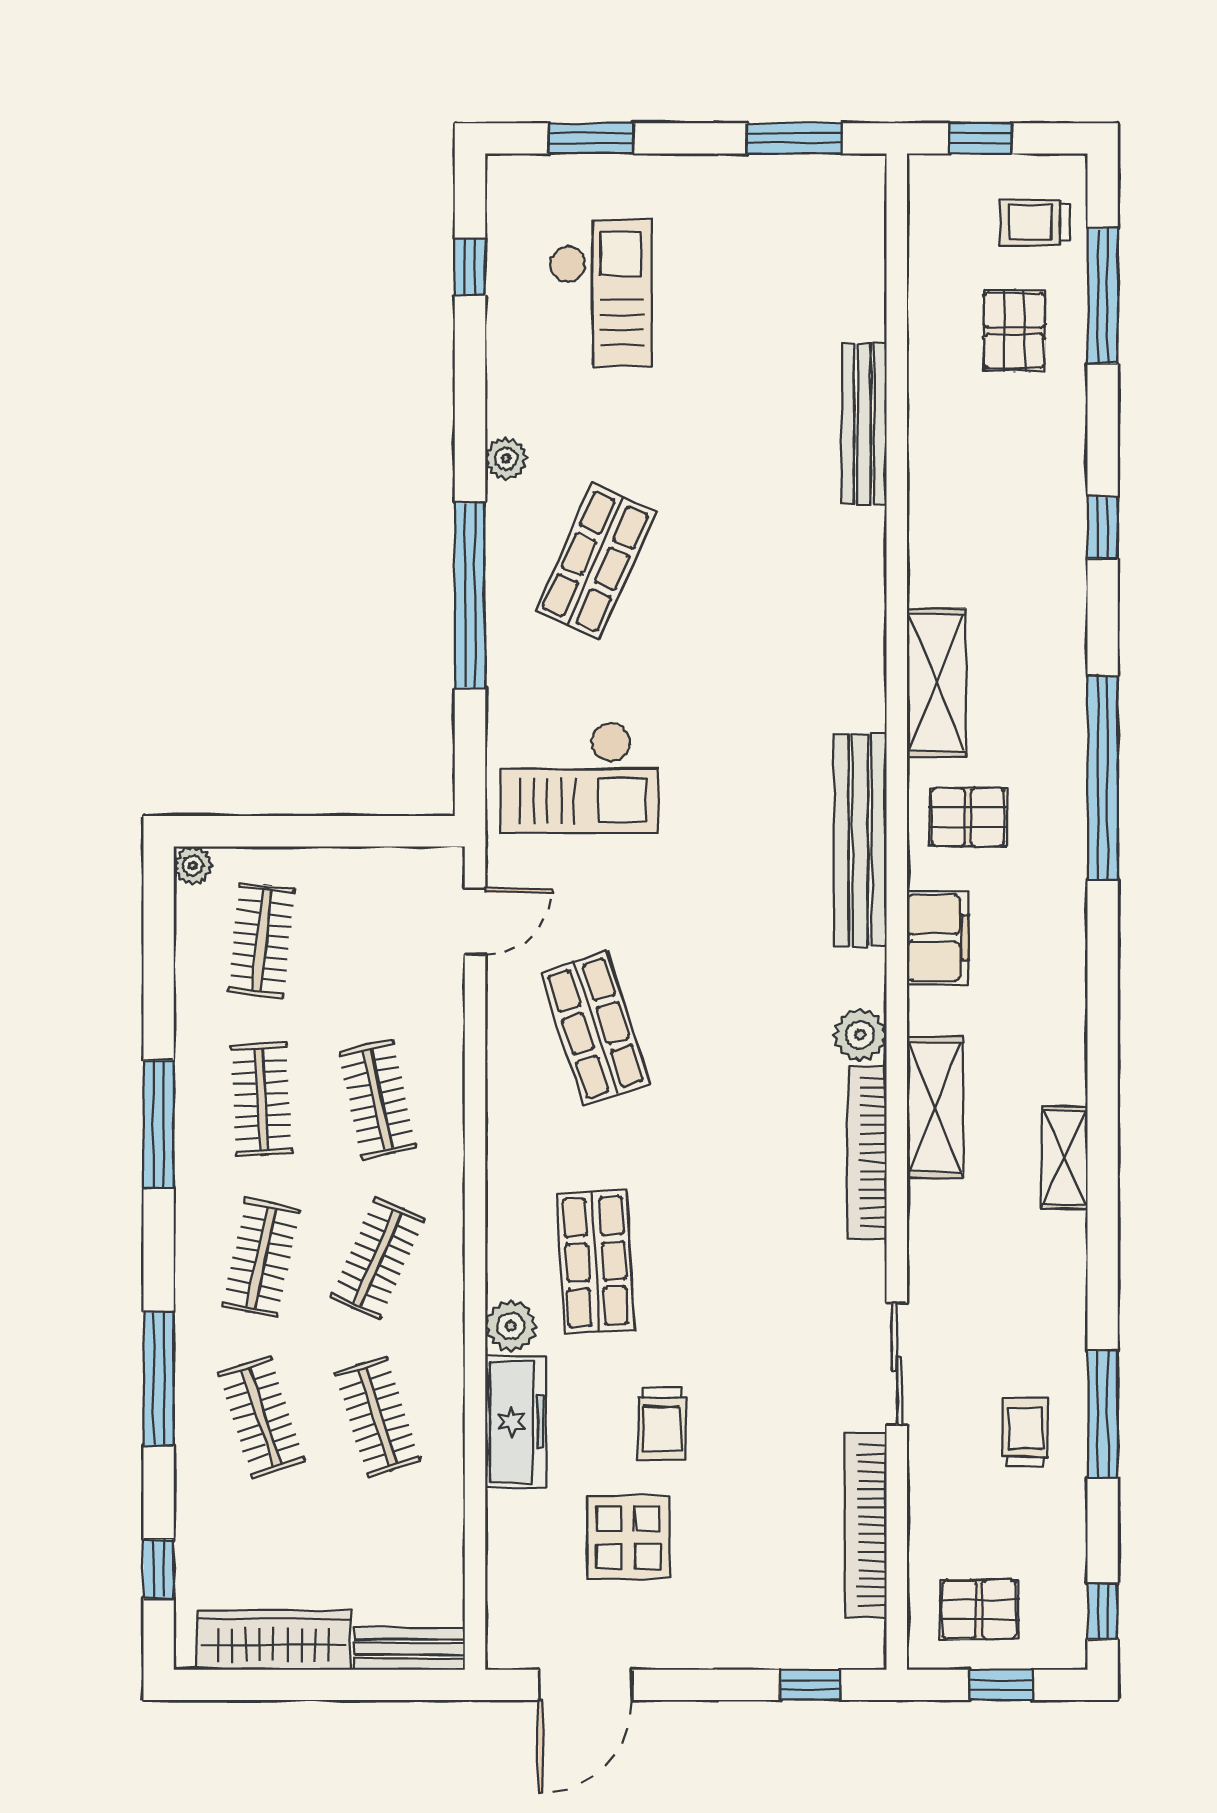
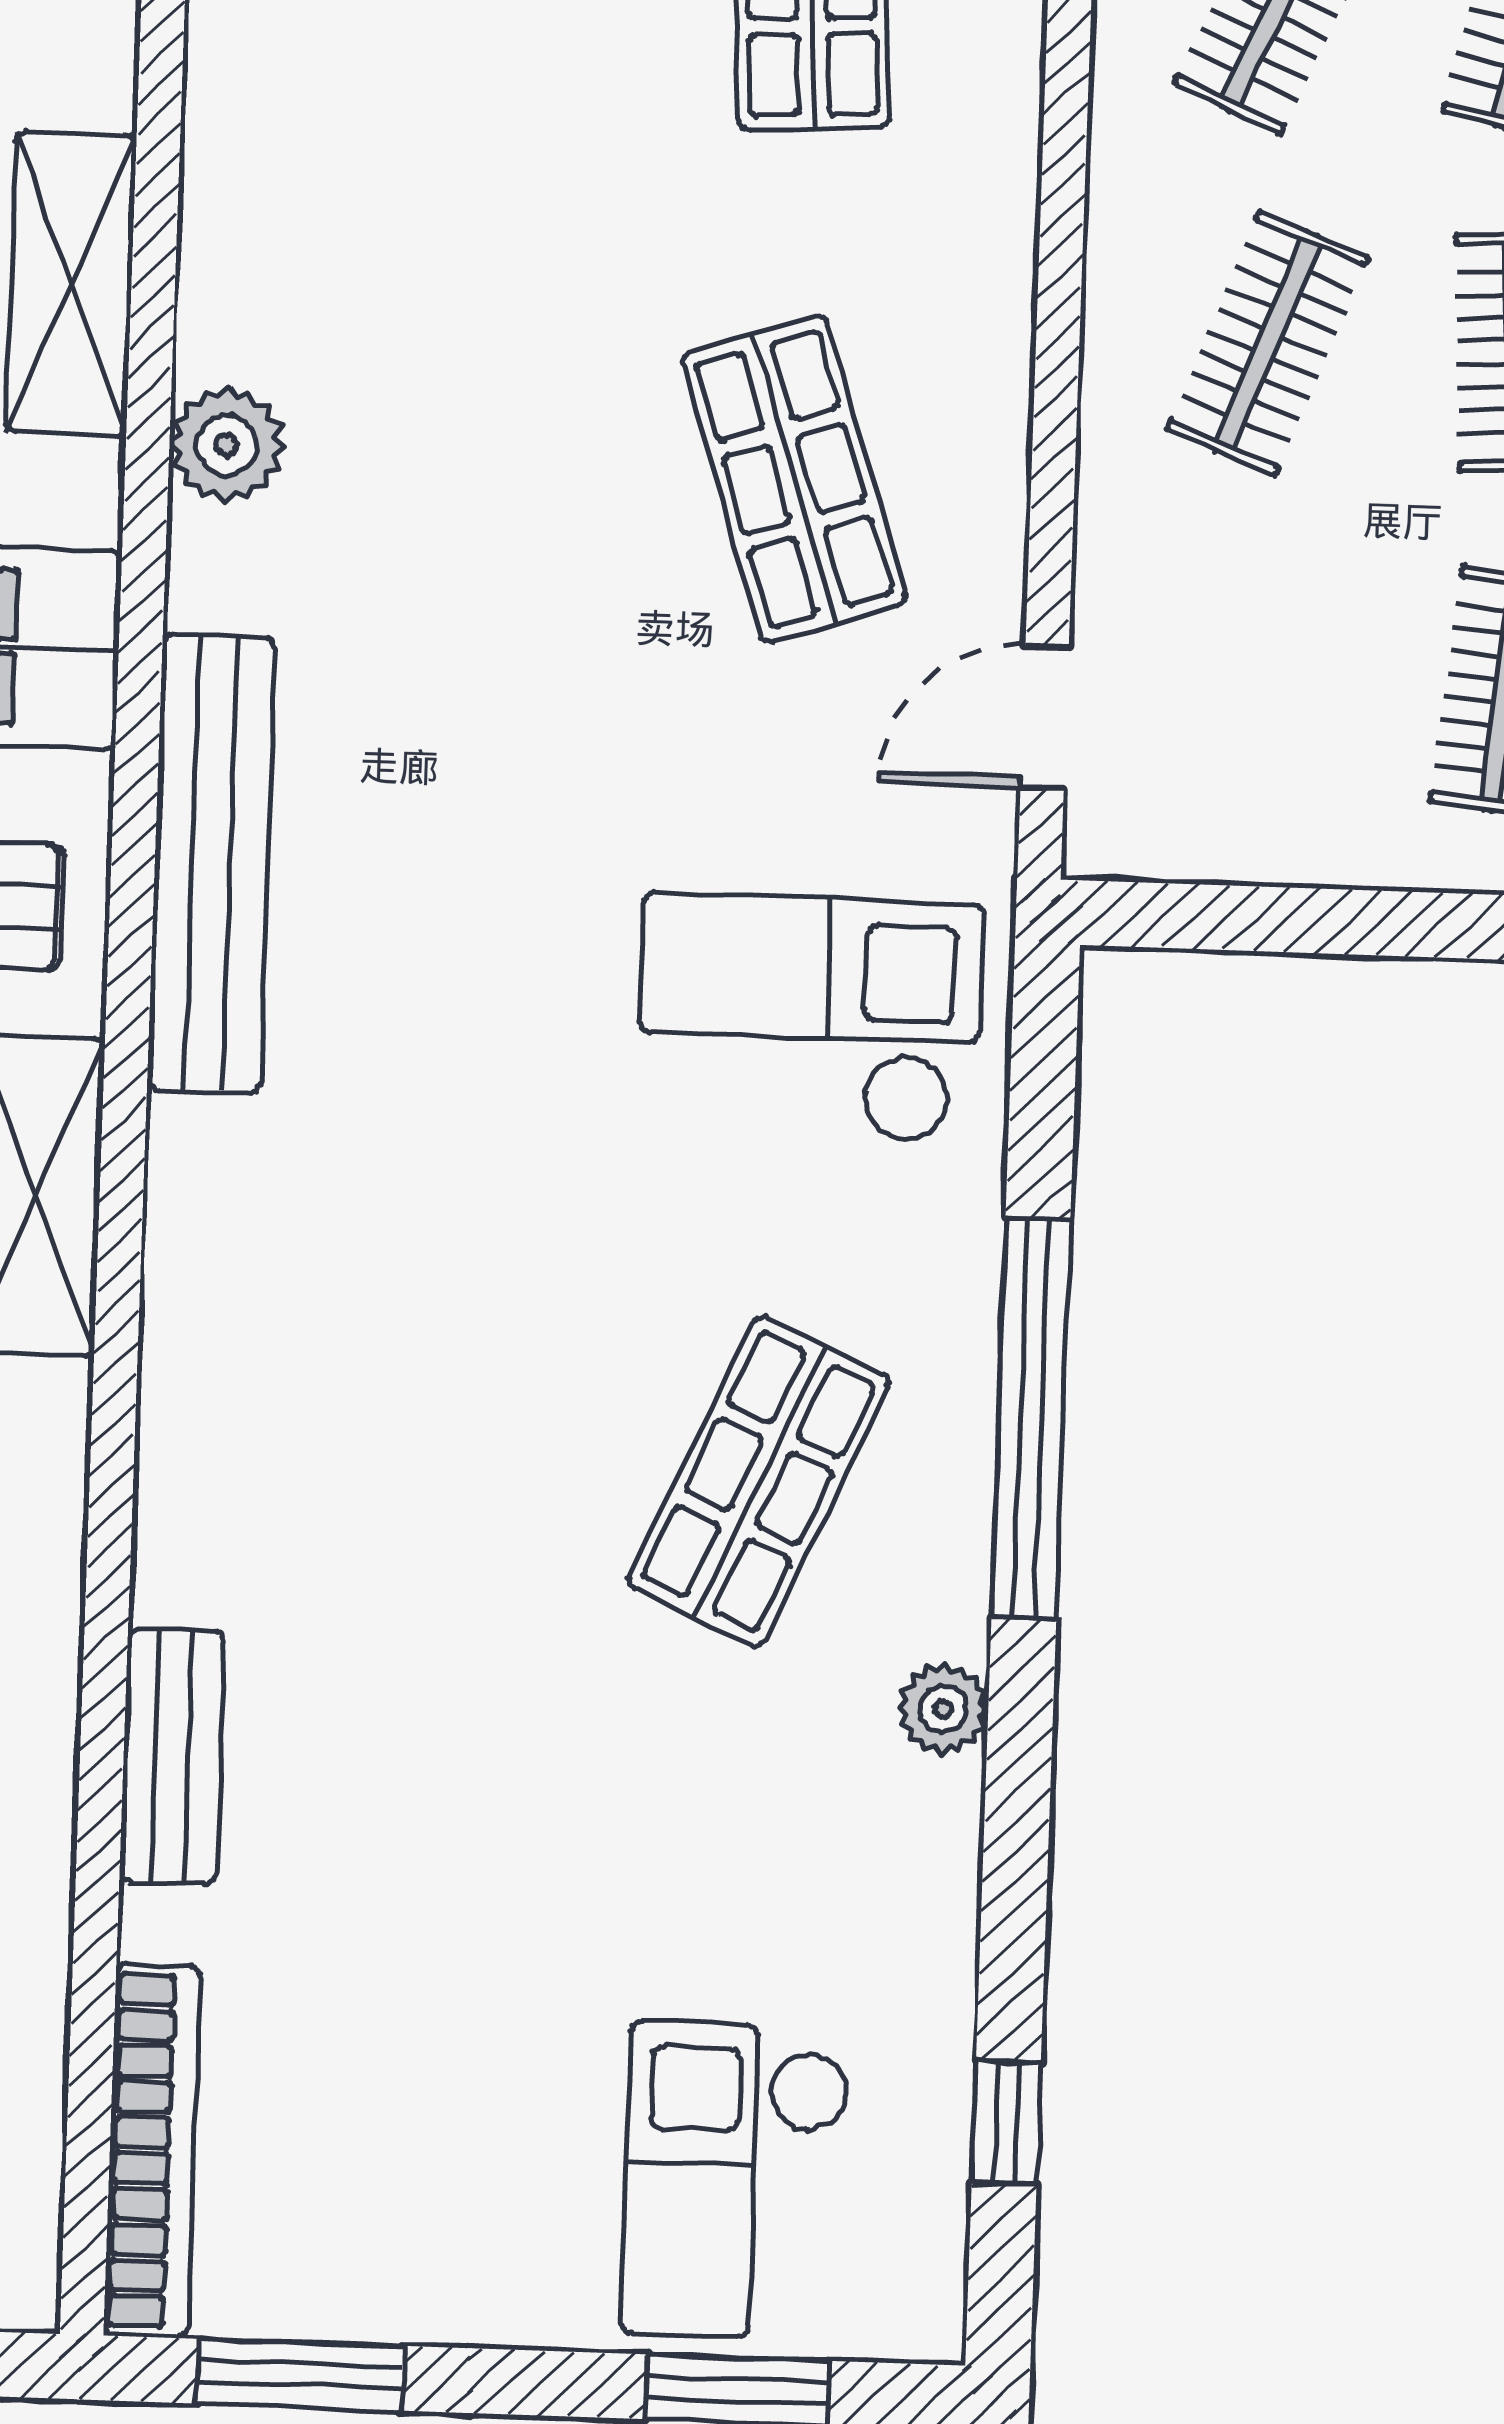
checkout: (601, 293) -> (736, 2180), moved
bench: (864, 424) -> (172, 1757), width x0.73
clothes rail: (377, 1099) -> (1267, 343), turned 33
bookcase: (867, 1153) -> (152, 2151), moved

